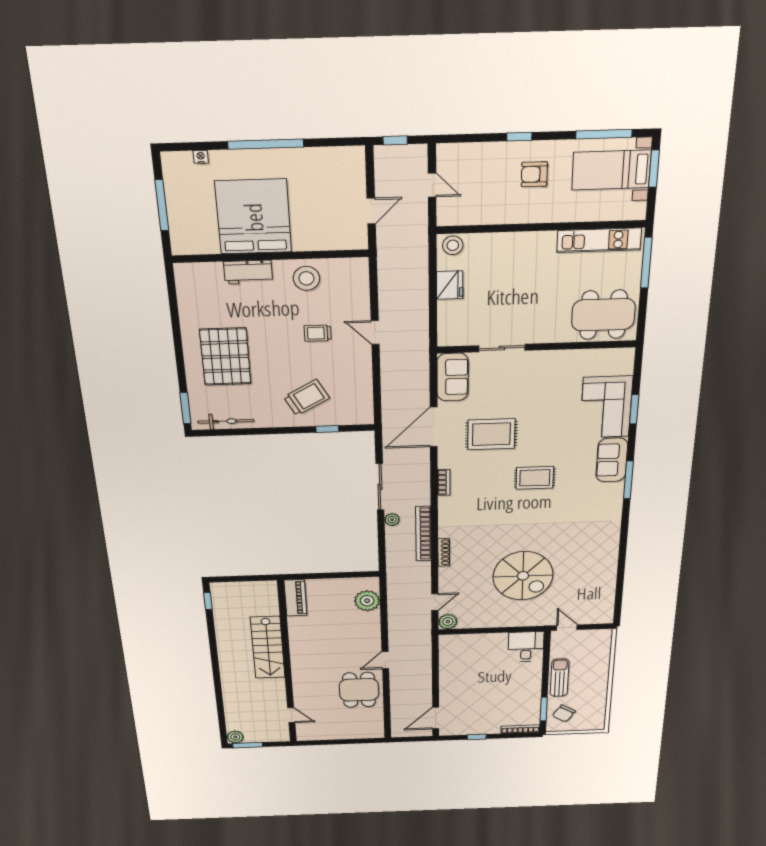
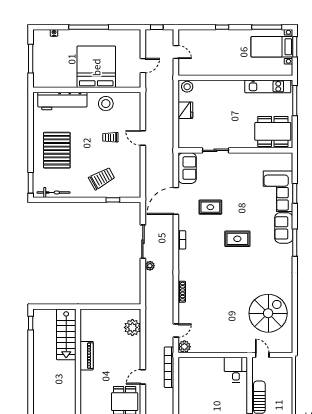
armchair: (534, 174) -> (231, 48), removed
bed: (253, 217) -> (96, 67), moved
workbench: (248, 272) -> (62, 101), width x1.88, depth x1.32
rug: (491, 434) -> (210, 207), width x0.73, depth x0.70
bookcase: (423, 534) -> (169, 367), moved
spiral stairs: (523, 576) -> (268, 313), moved, turned -90
piano: (295, 598) -> (87, 356), moved
stairs: (268, 647) -> (66, 334), moved

